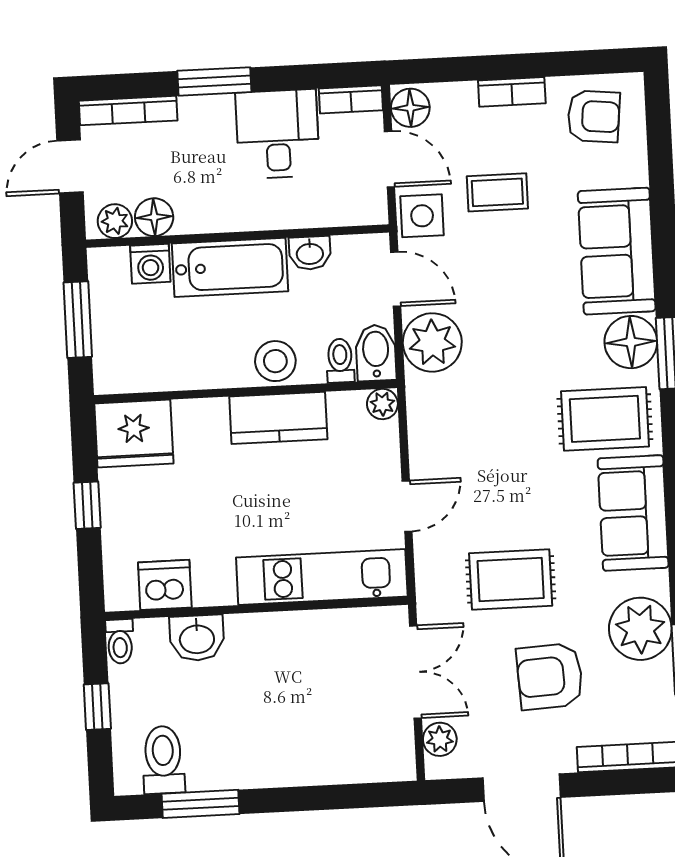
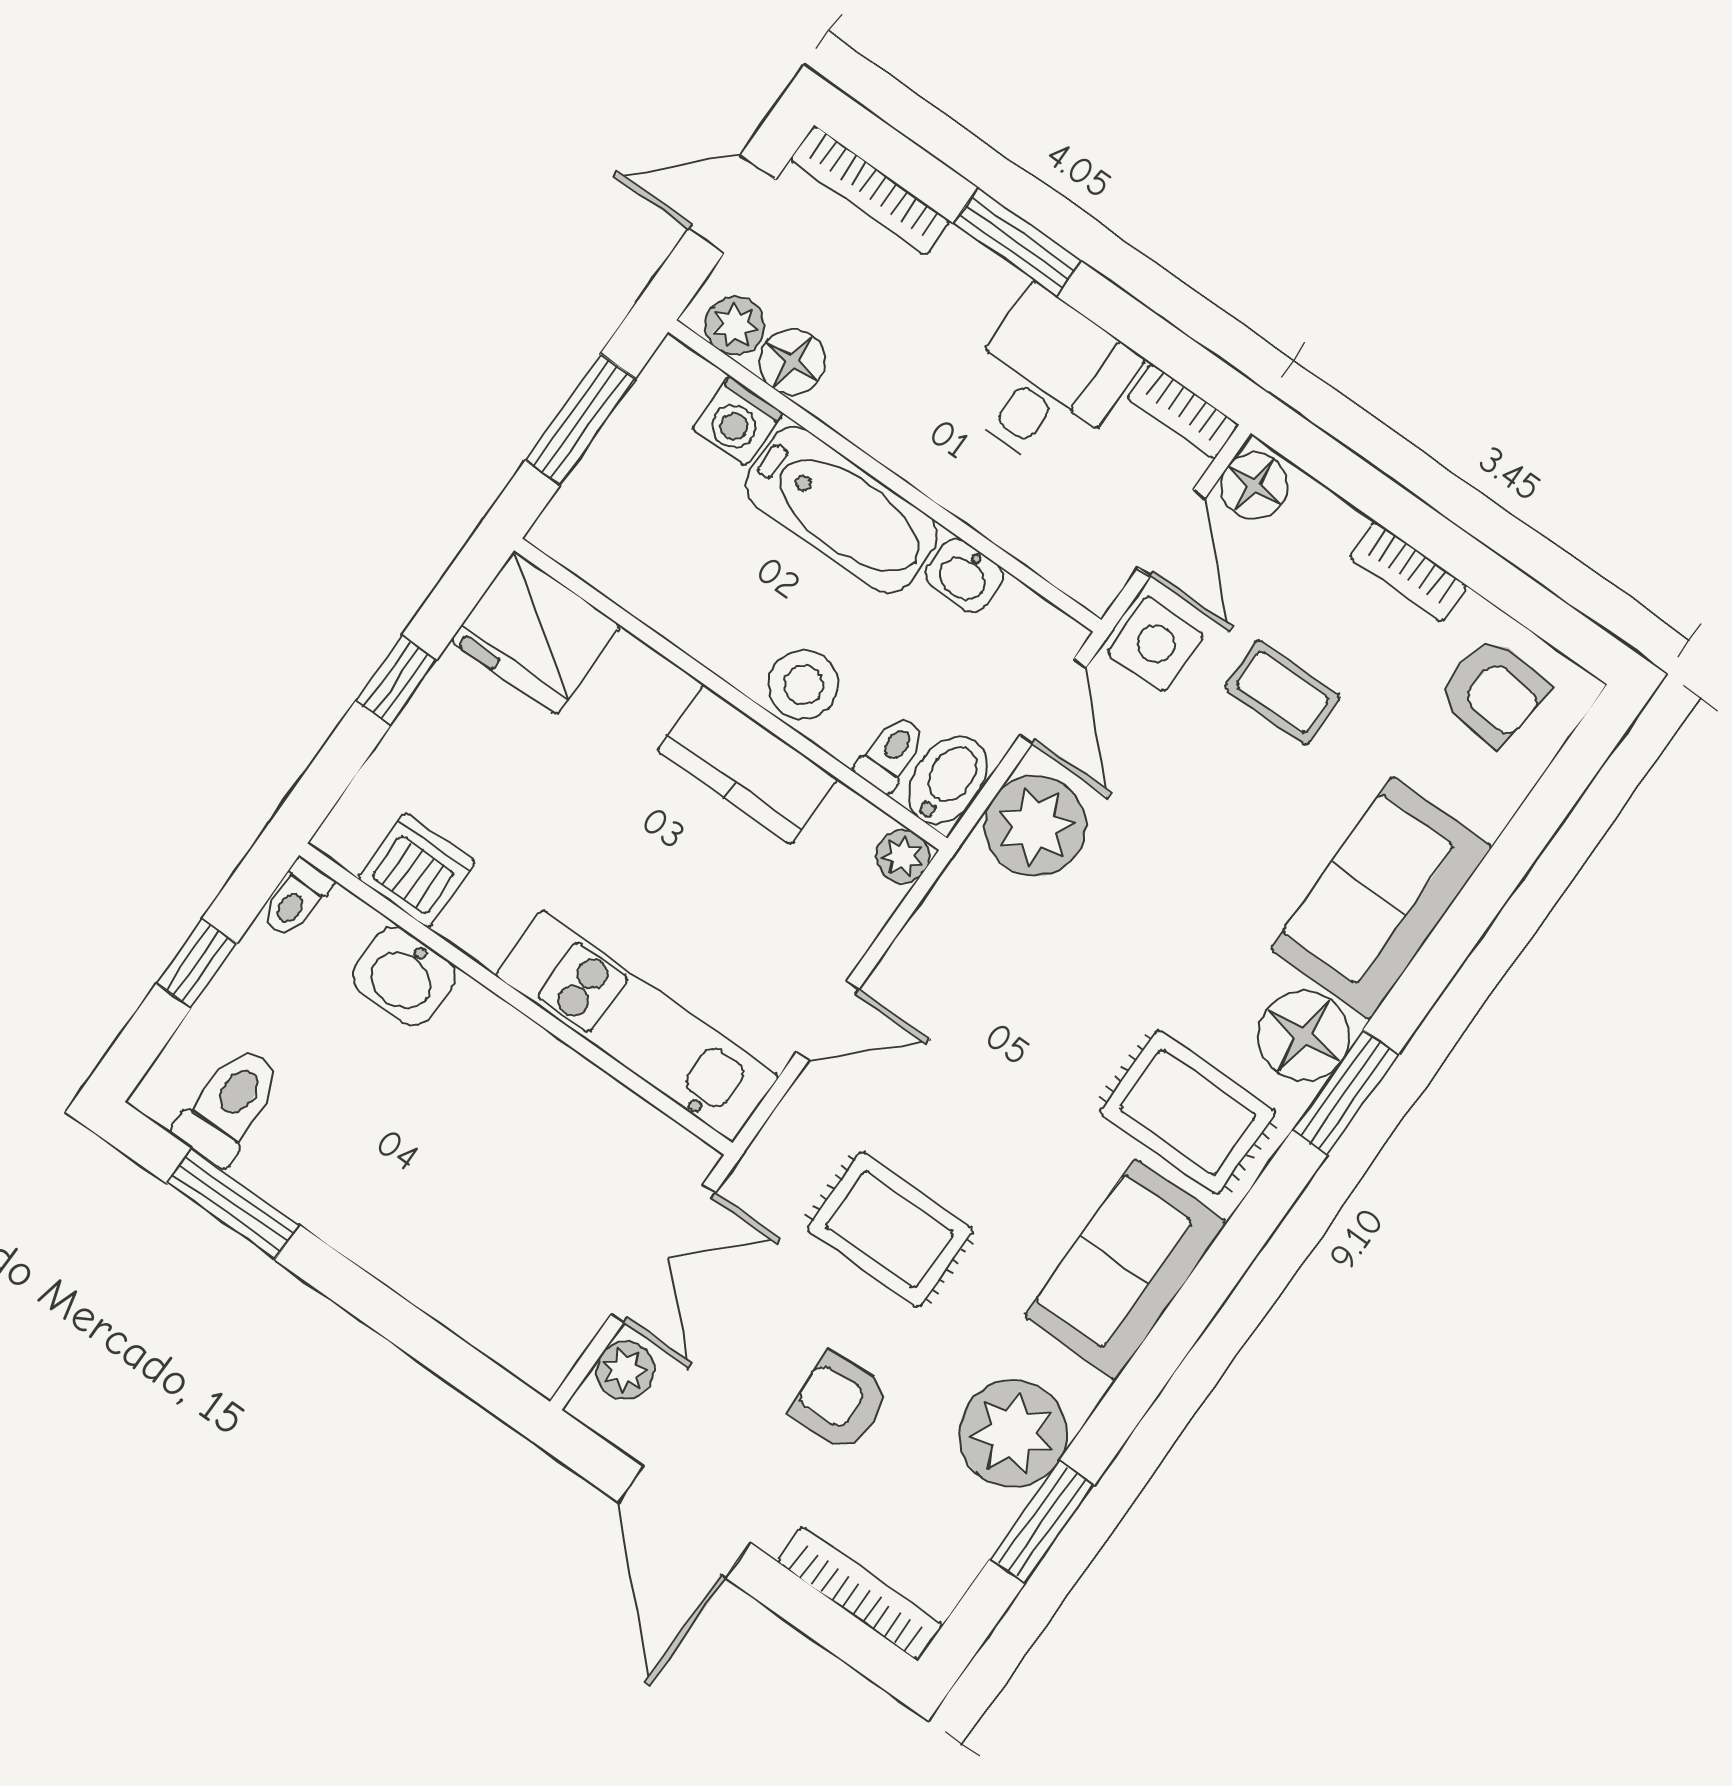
armchair: (550, 676) -> (840, 1402), width x0.72, depth x0.72

